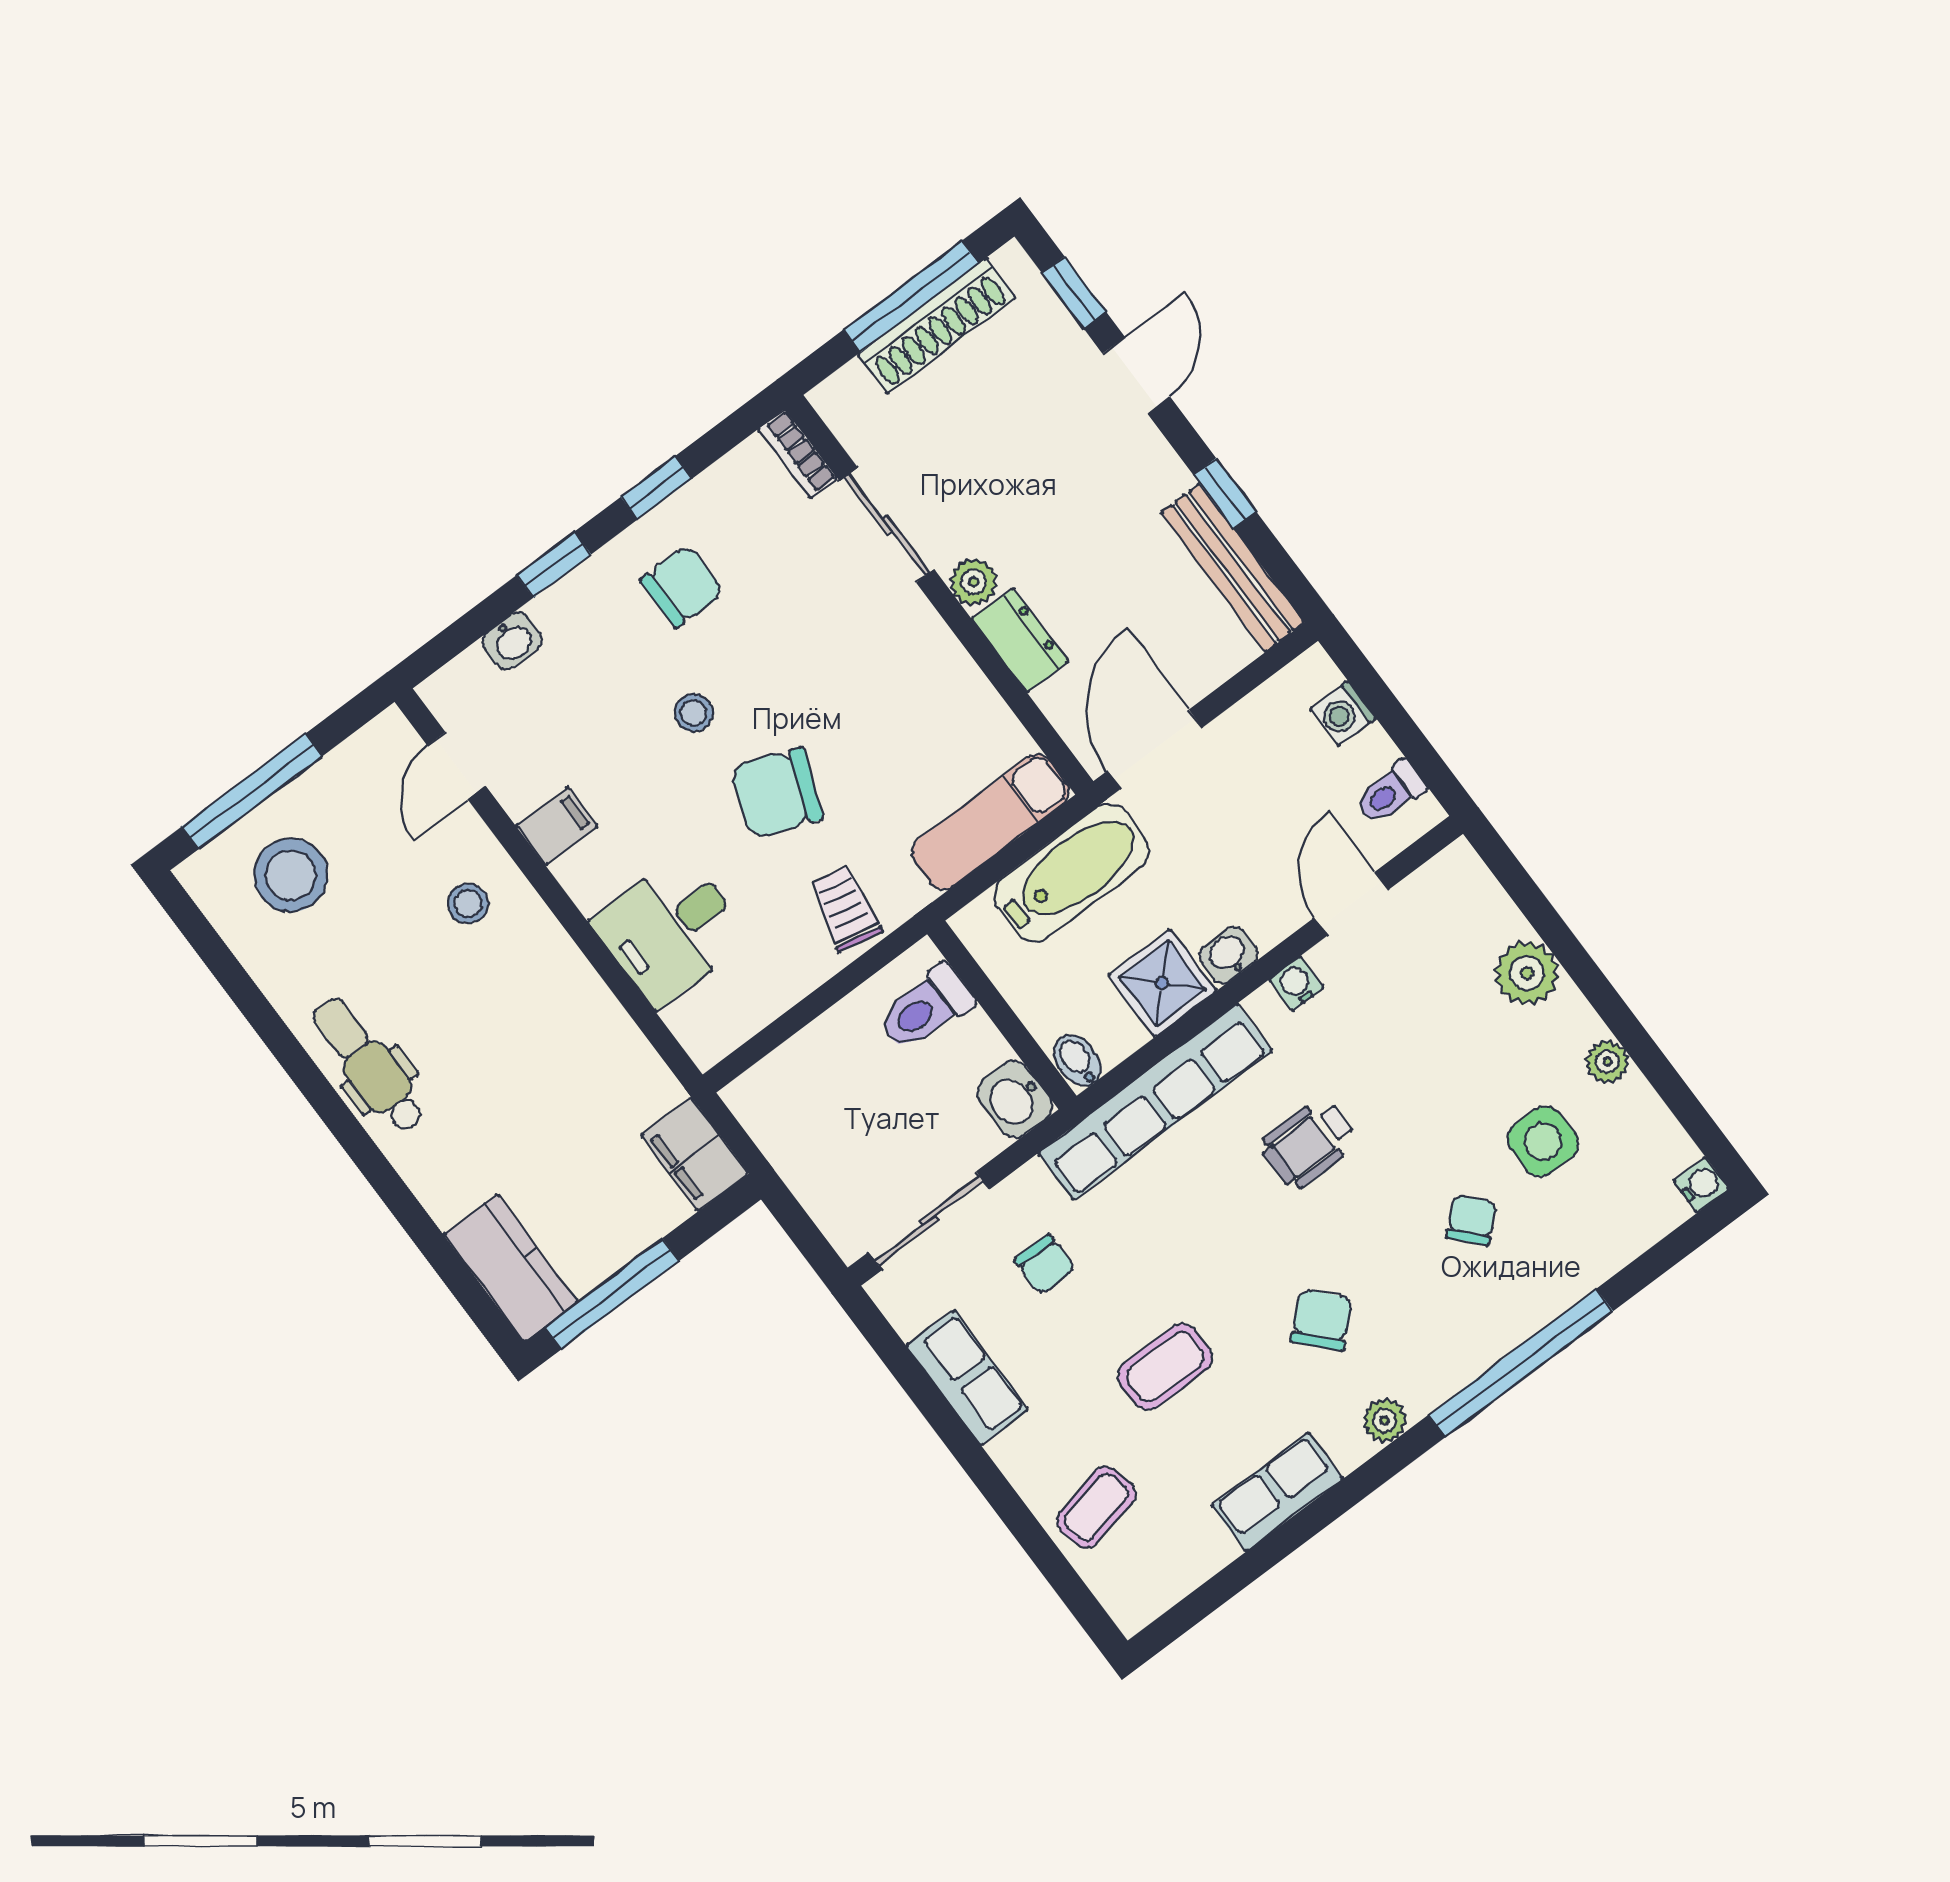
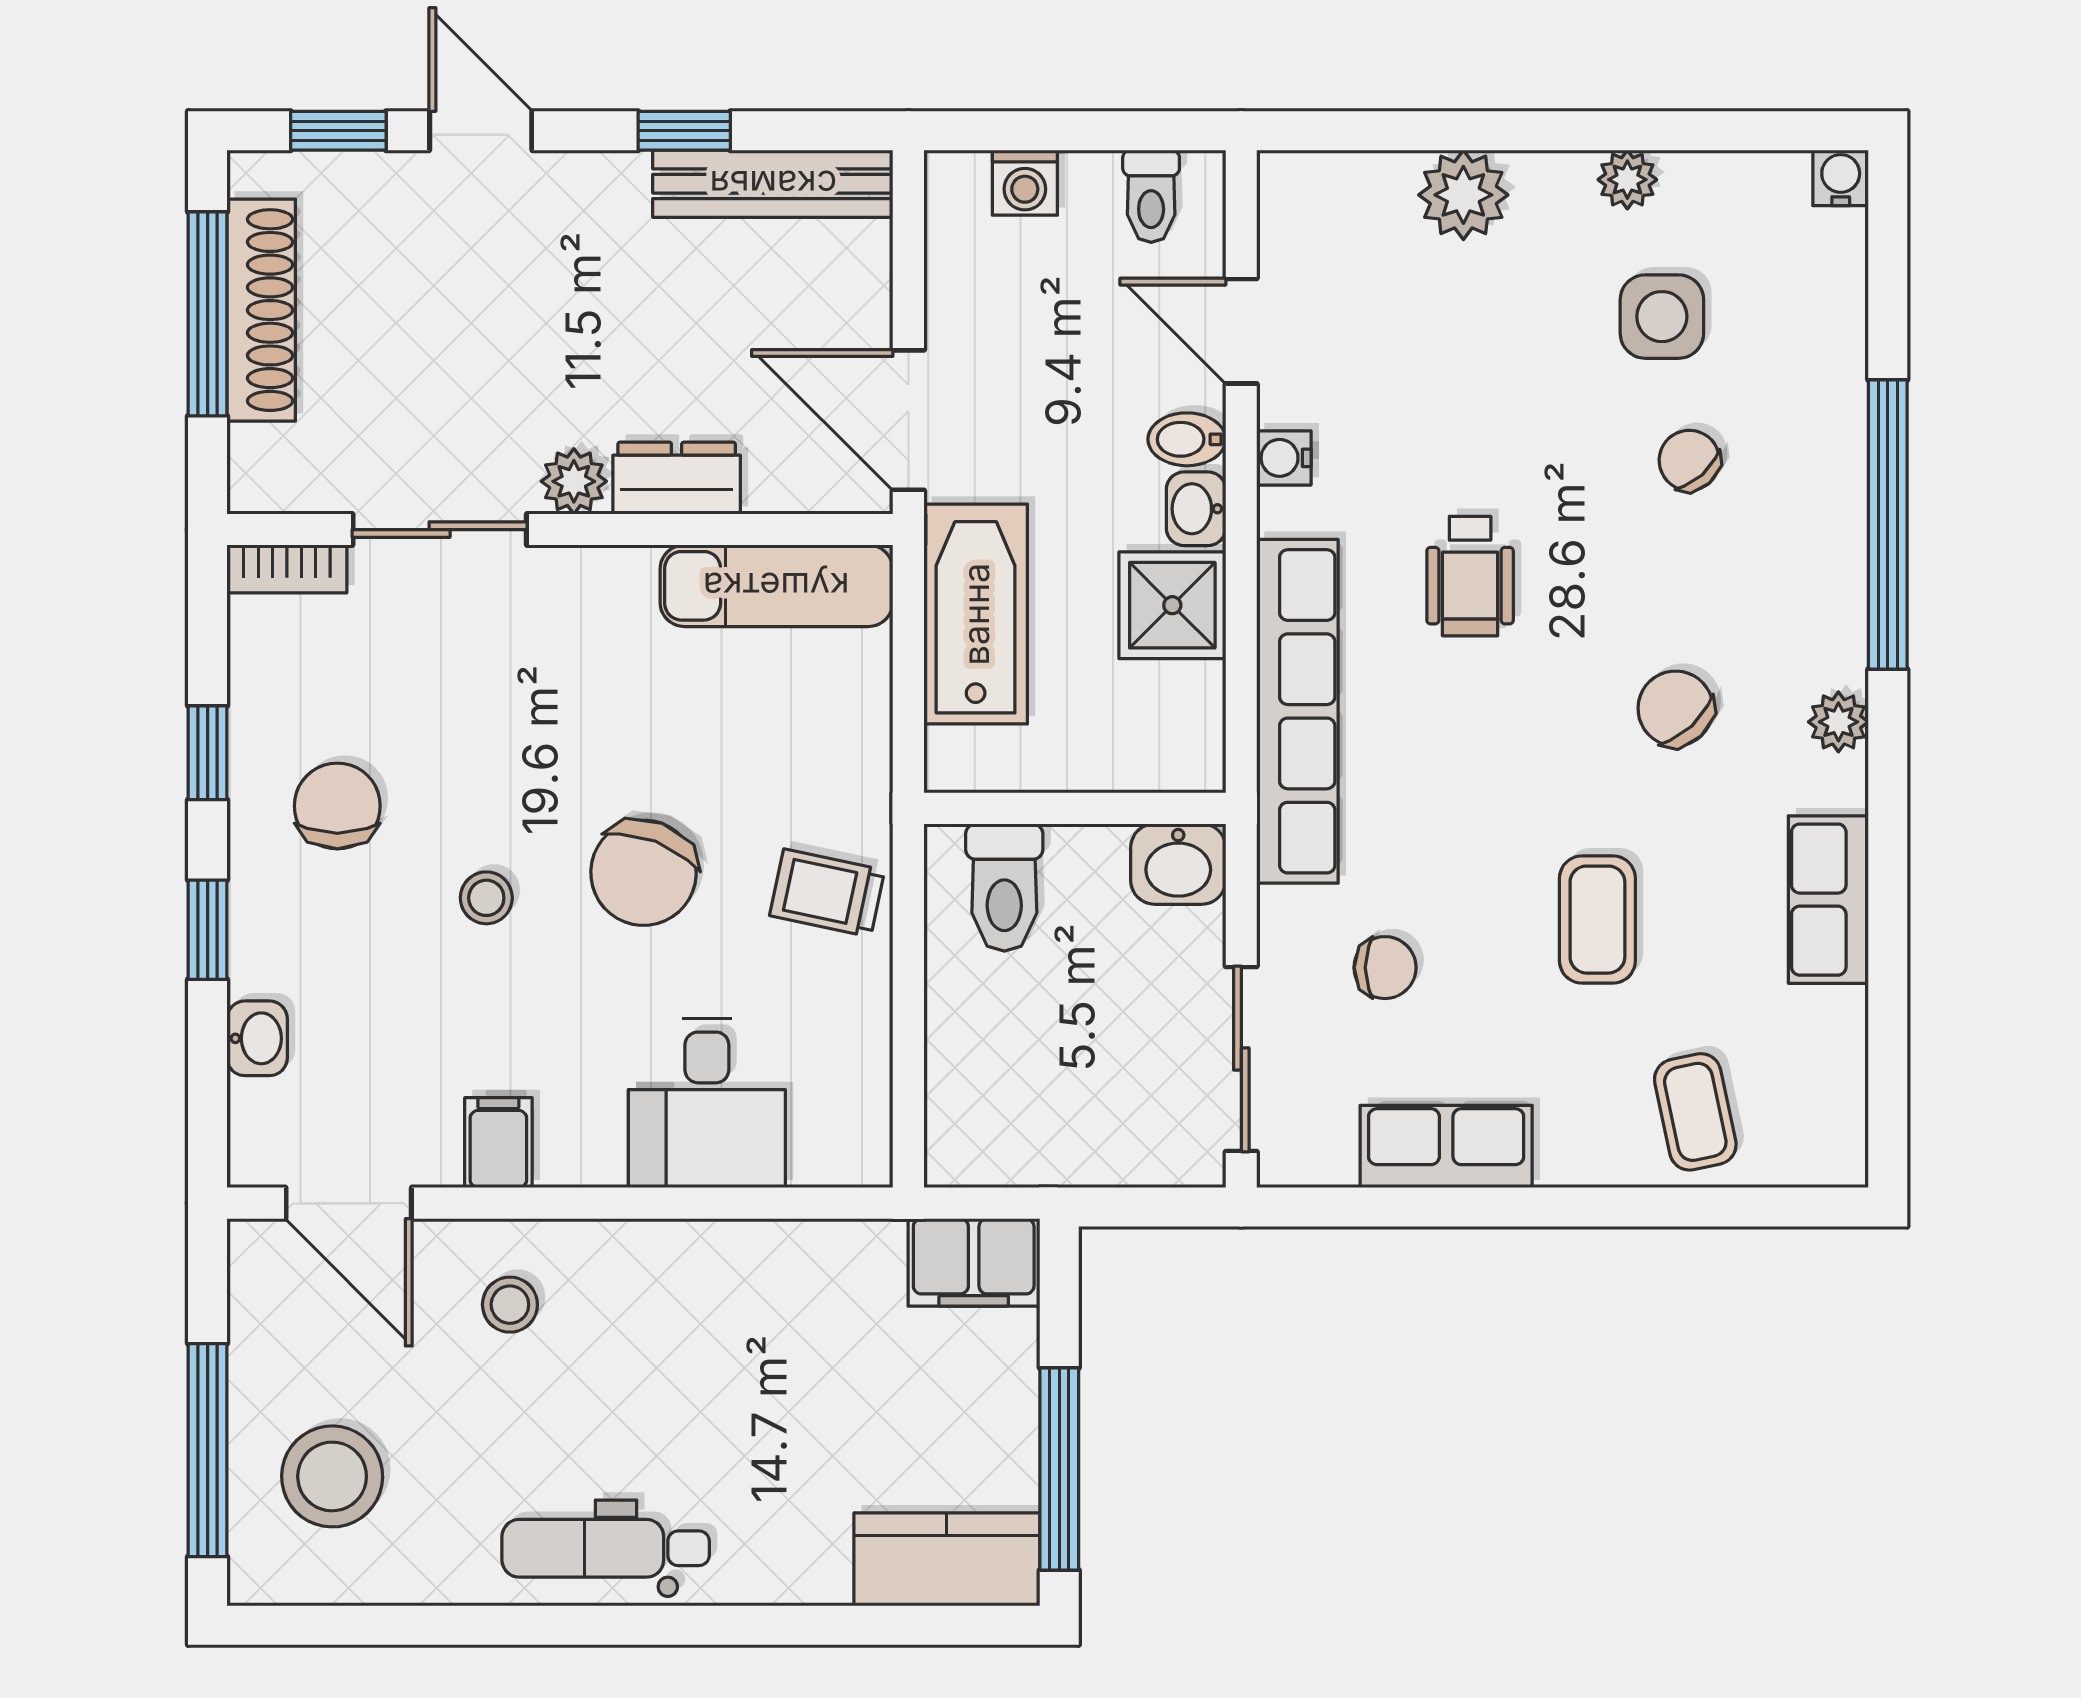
door: (457, 766) -> (349, 1203), width x1.38
exam couch: (990, 822) -> (776, 586), moved, turned -90
bidet: (1077, 1060) -> (1187, 439), moved

